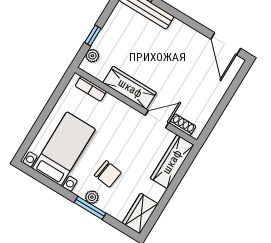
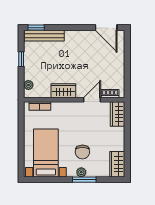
window: (93, 35) -> (21, 59), moved
wardrobe: (130, 88) -> (63, 91), width x0.67
wardrobe: (172, 162) -> (117, 114), width x0.67
chair: (108, 174) -> (82, 152), turned 82

